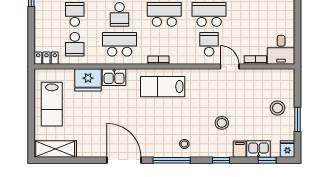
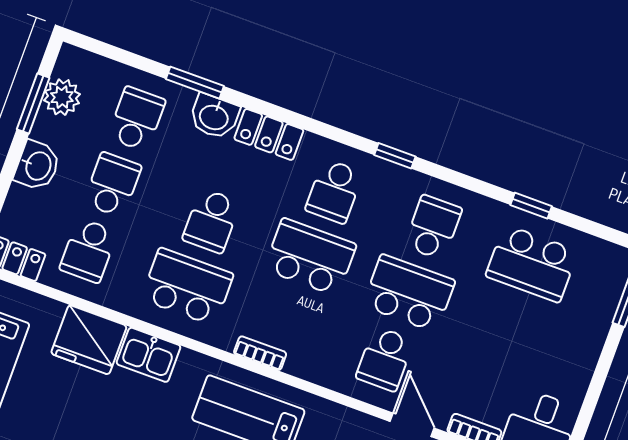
washbasin: (42, 18) -> (37, 166), added
school desk: (209, 44) -> (385, 359), turned 180

